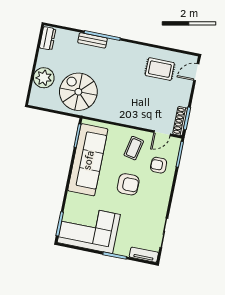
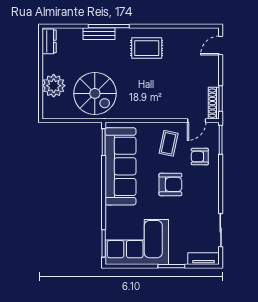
rug: (160, 69) -> (147, 48), moved
spiral stairs: (78, 92) -> (95, 93), turned 180

